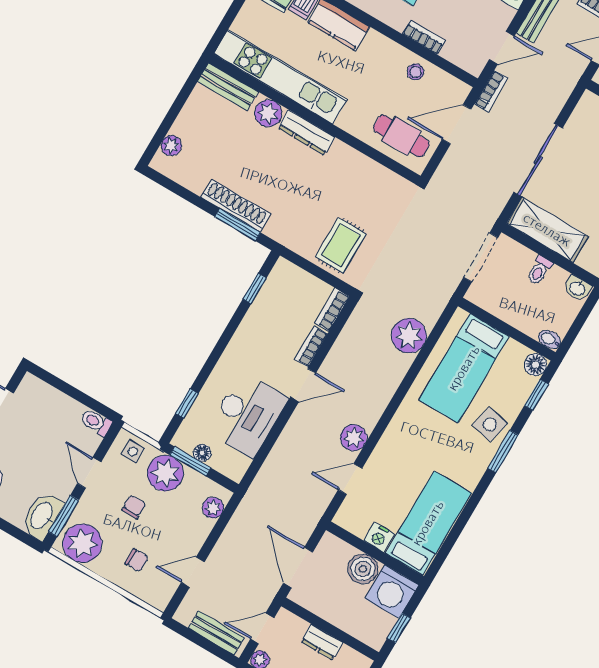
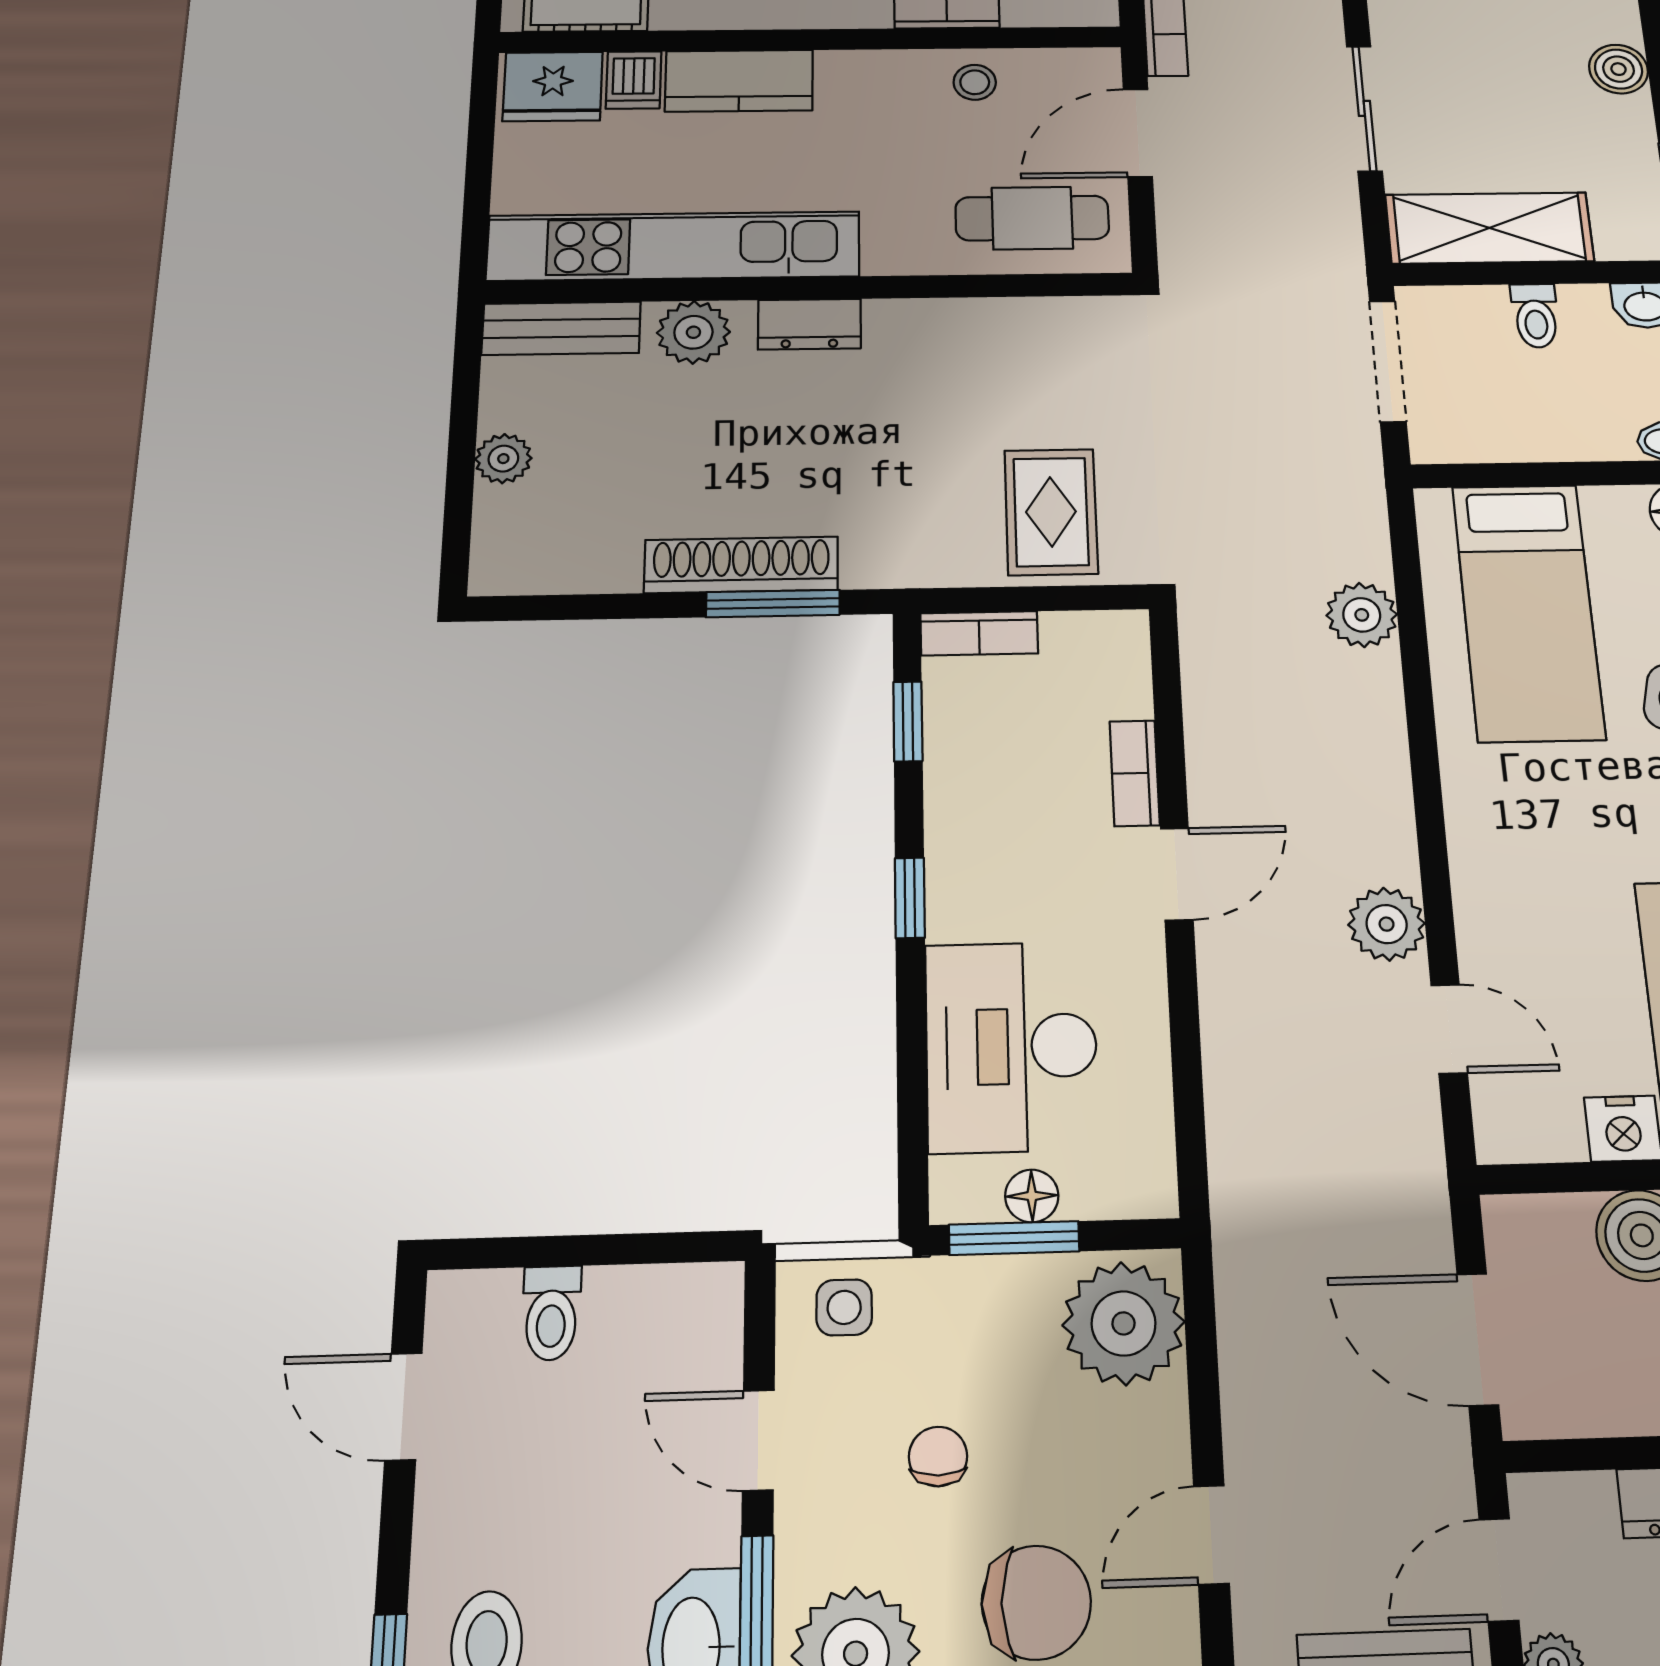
dresser: (306, 132) -> (809, 324), width x0.70
plant: (171, 146) -> (503, 459), moved
sliding door: (538, 160) -> (1364, 108), width x0.73
bookcase: (332, 310) -> (979, 633), moved, turned -90
plant: (409, 336) -> (1362, 615), width x0.73, depth x0.73
window: (187, 403) -> (910, 898), moved
desk: (247, 415) -> (1011, 1046), moved, turned 180
toilet: (96, 422) -> (551, 1313), moved, turned -90
plant: (165, 473) -> (967, 1311), removed
door: (350, 479) -> (1449, 1029), swing flipped
plant: (213, 508) -> (1124, 1323), width x1.88, depth x1.88
chair: (137, 560) -> (1036, 1603), width x1.87, depth x1.87

